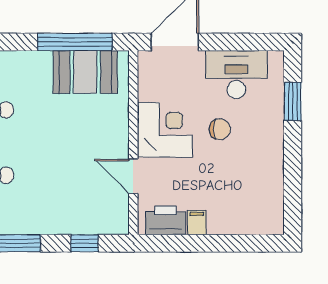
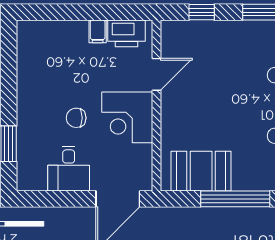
window: (75, 42) -> (235, 199), moved
desk: (236, 75) -> (69, 169), width x0.73
door: (133, 176) -> (156, 74), hinge flipped

